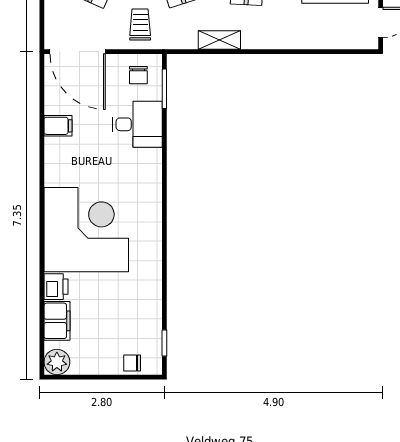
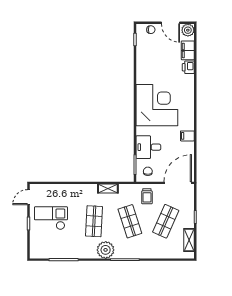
door: (78, 52) -> (178, 183), hinge flipped
filing cabinet: (58, 126) -> (187, 136), moved
corner desk: (86, 230) -> (157, 105), moved, turned 180
door: (92, 377) -> (170, 23), added

